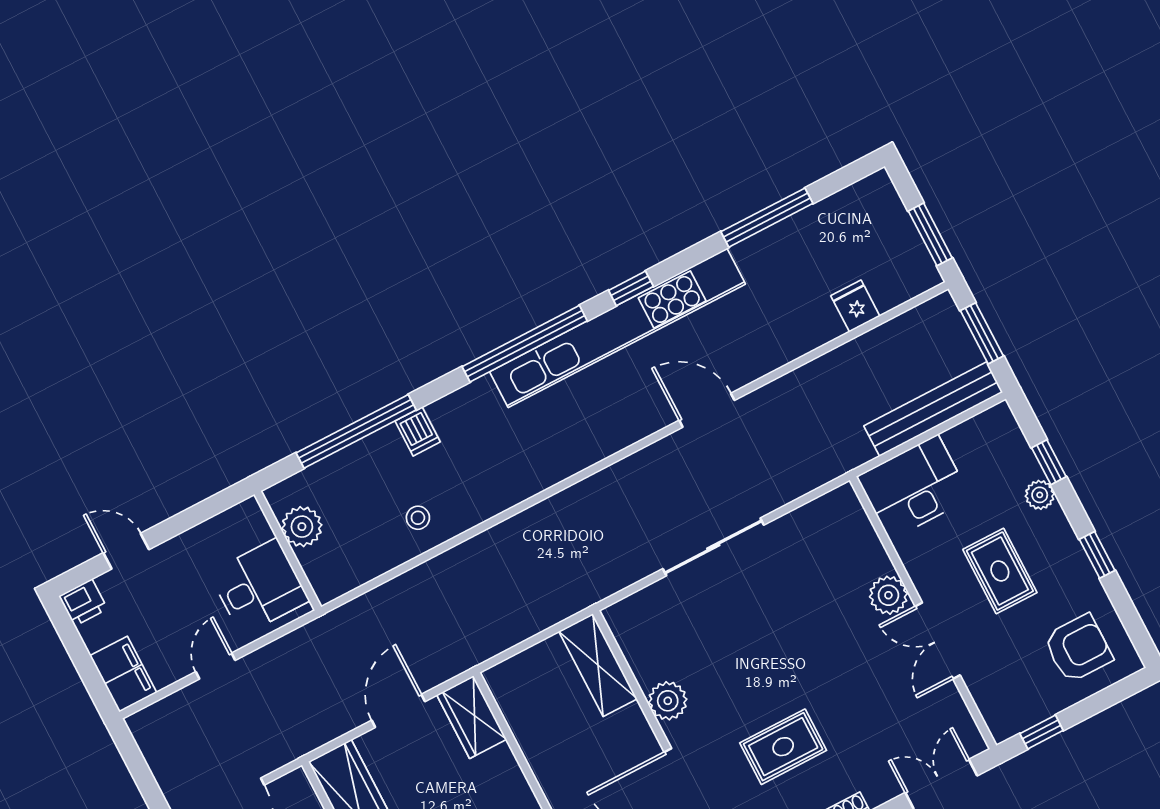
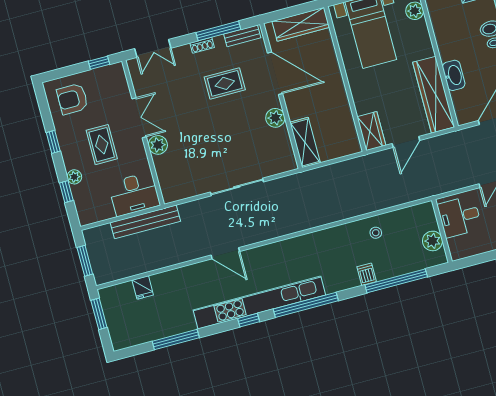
bench: (933, 409) -> (145, 222), moved

